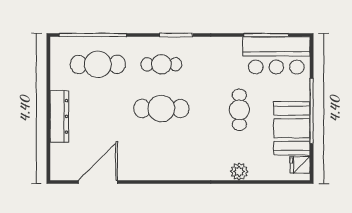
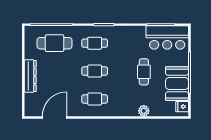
cafe table: (161, 109) -> (95, 71), width x0.73, depth x0.74
cafe table: (161, 153) -> (95, 99), added

